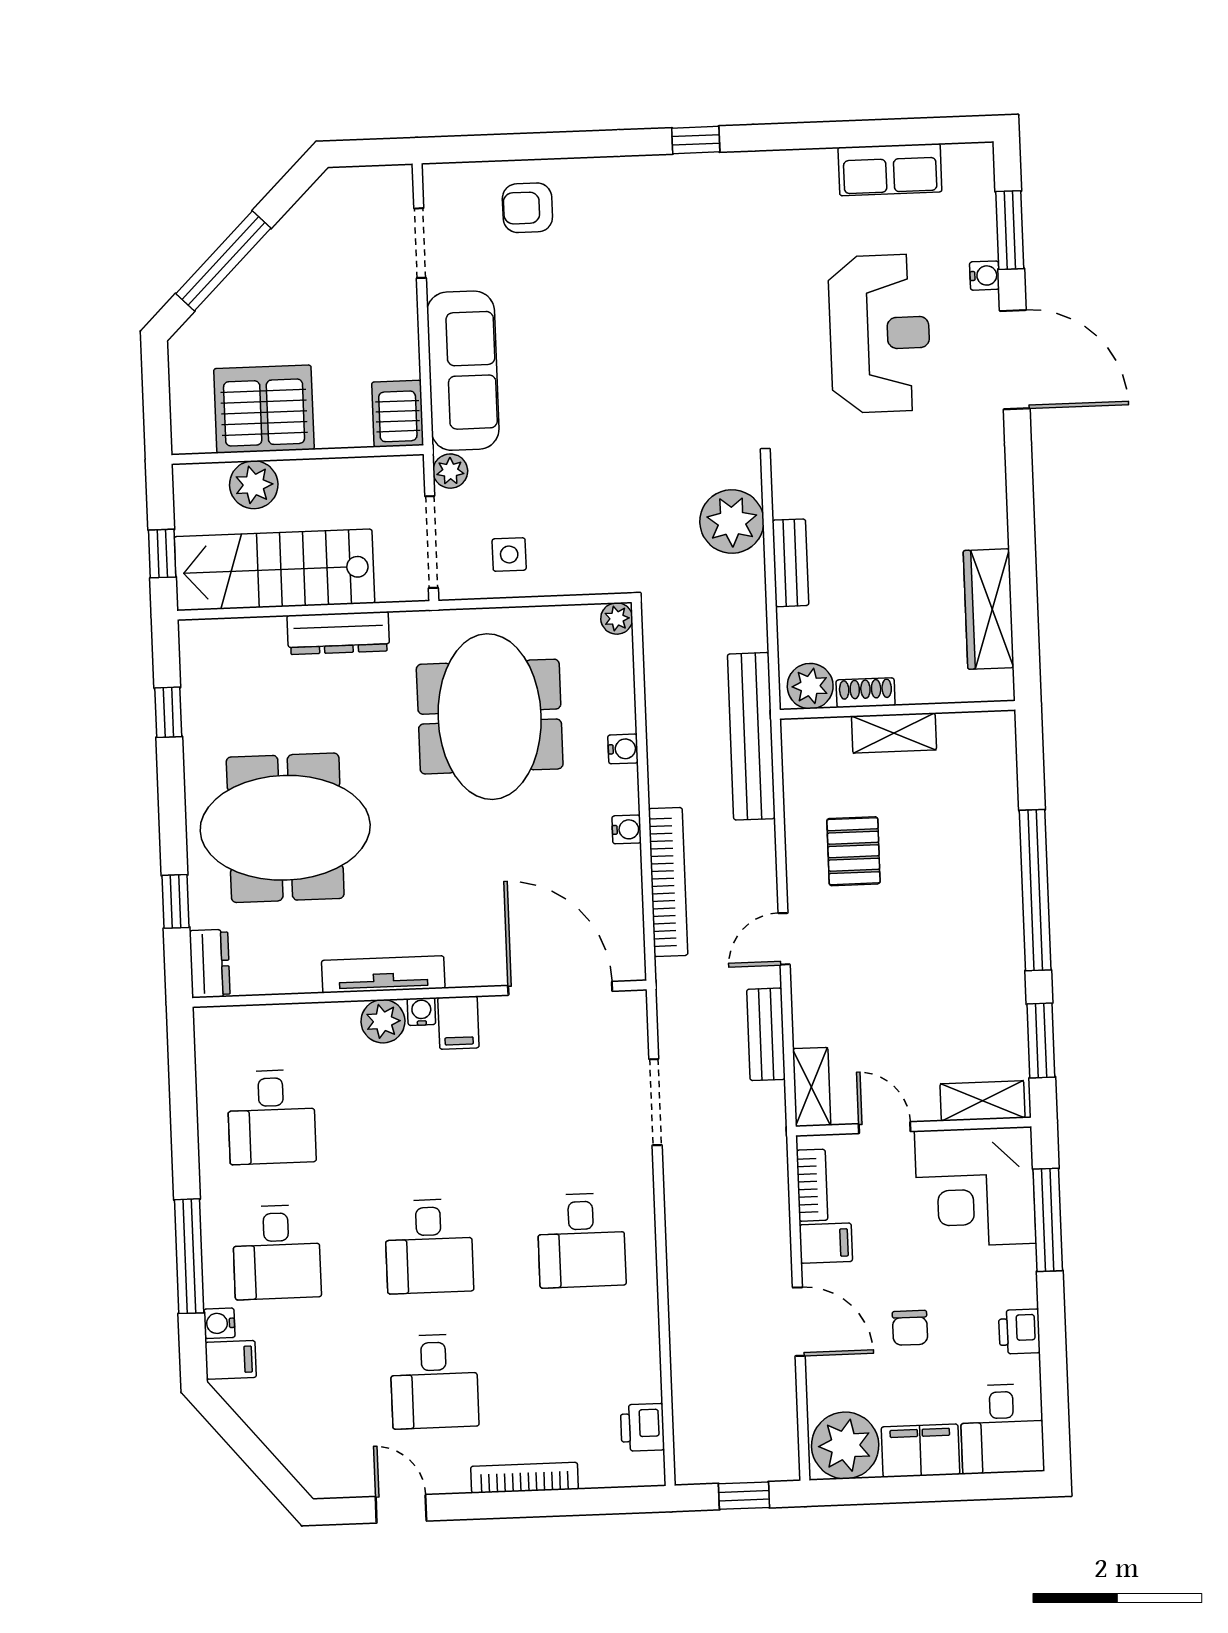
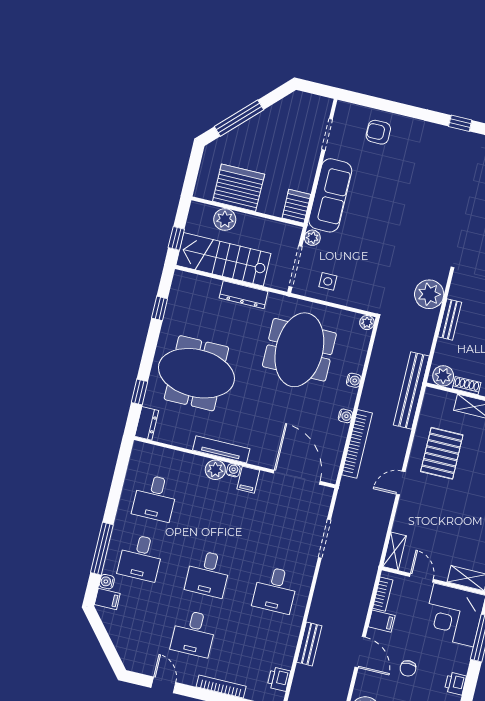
pallet: (853, 851) -> (442, 453), width x1.50, depth x1.42
bench: (766, 1034) -> (309, 644), moved

